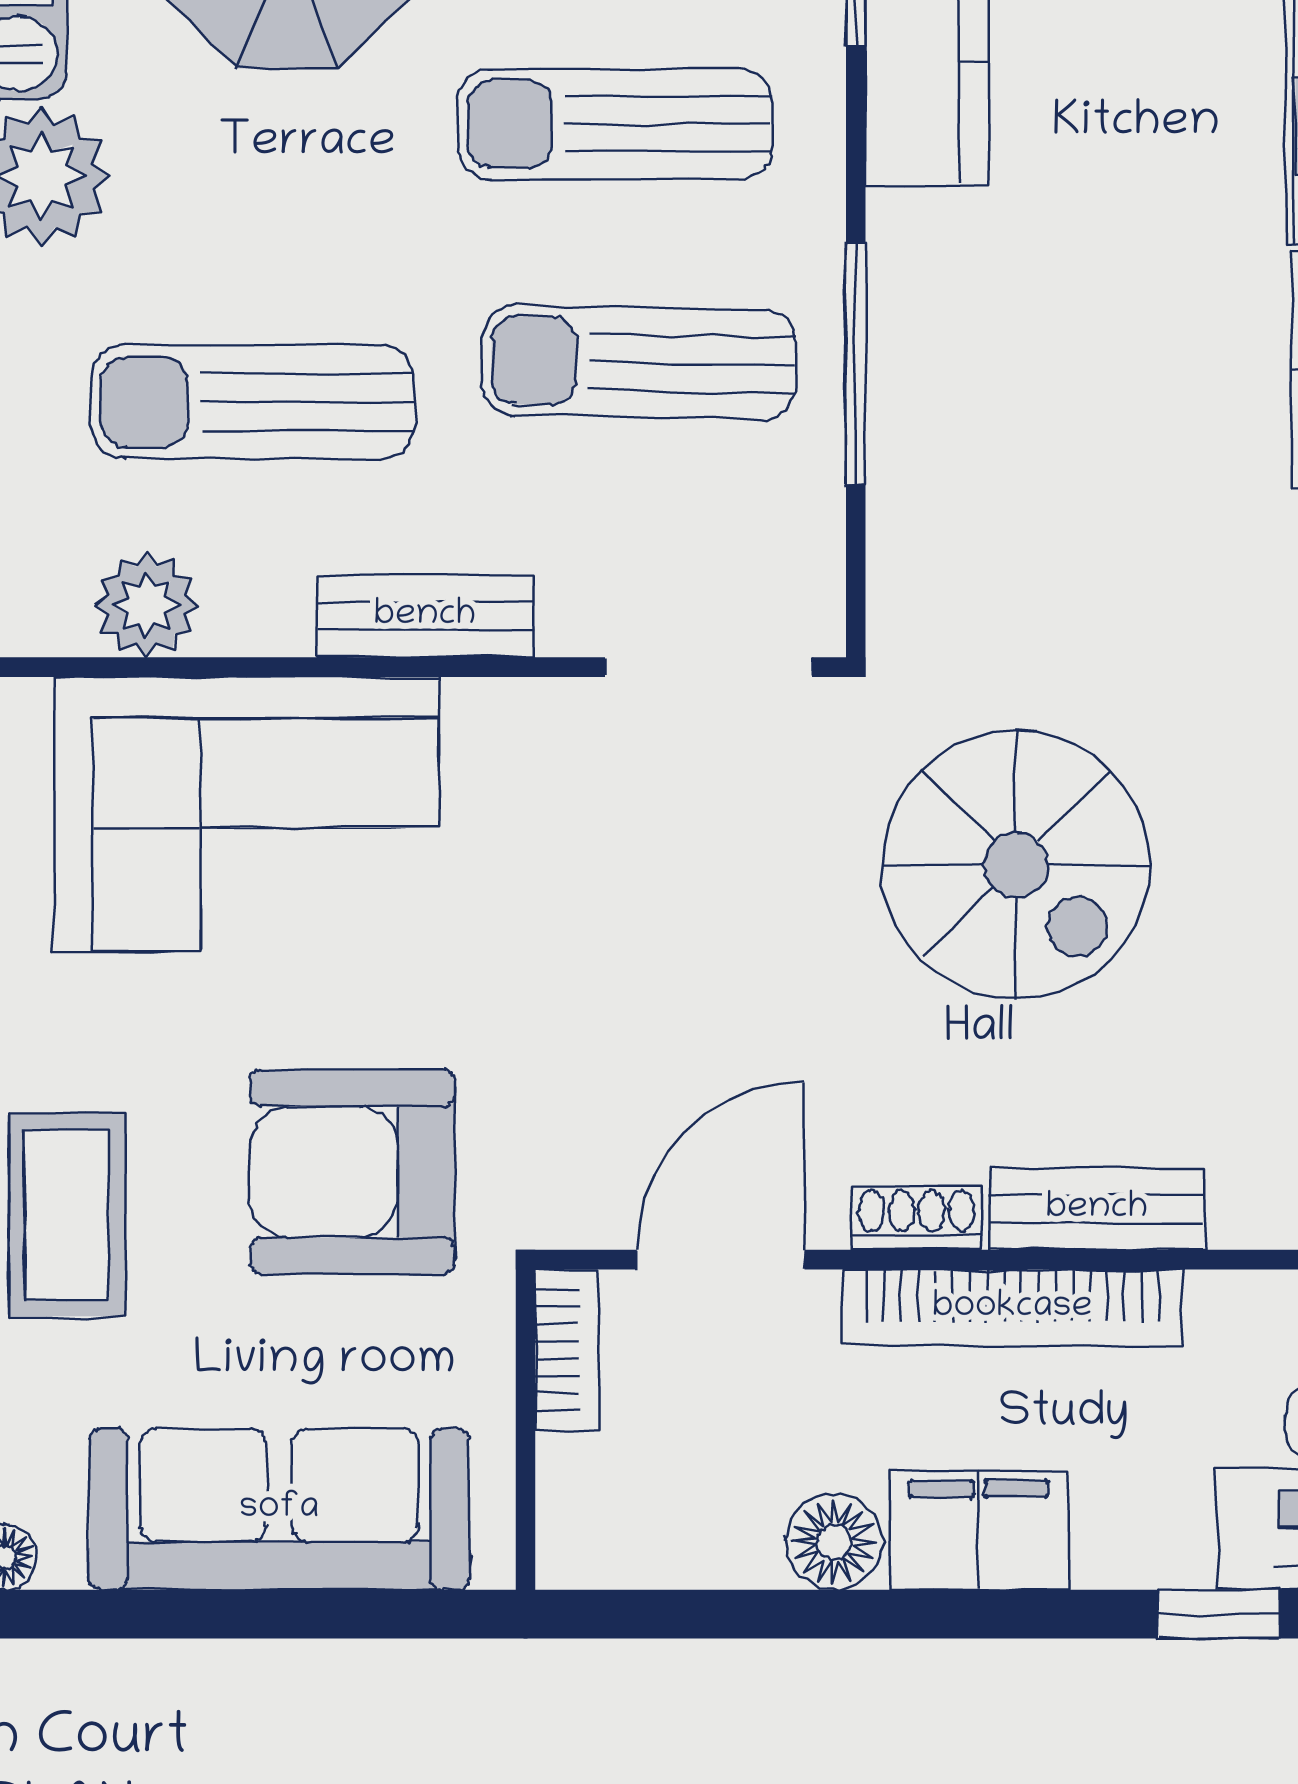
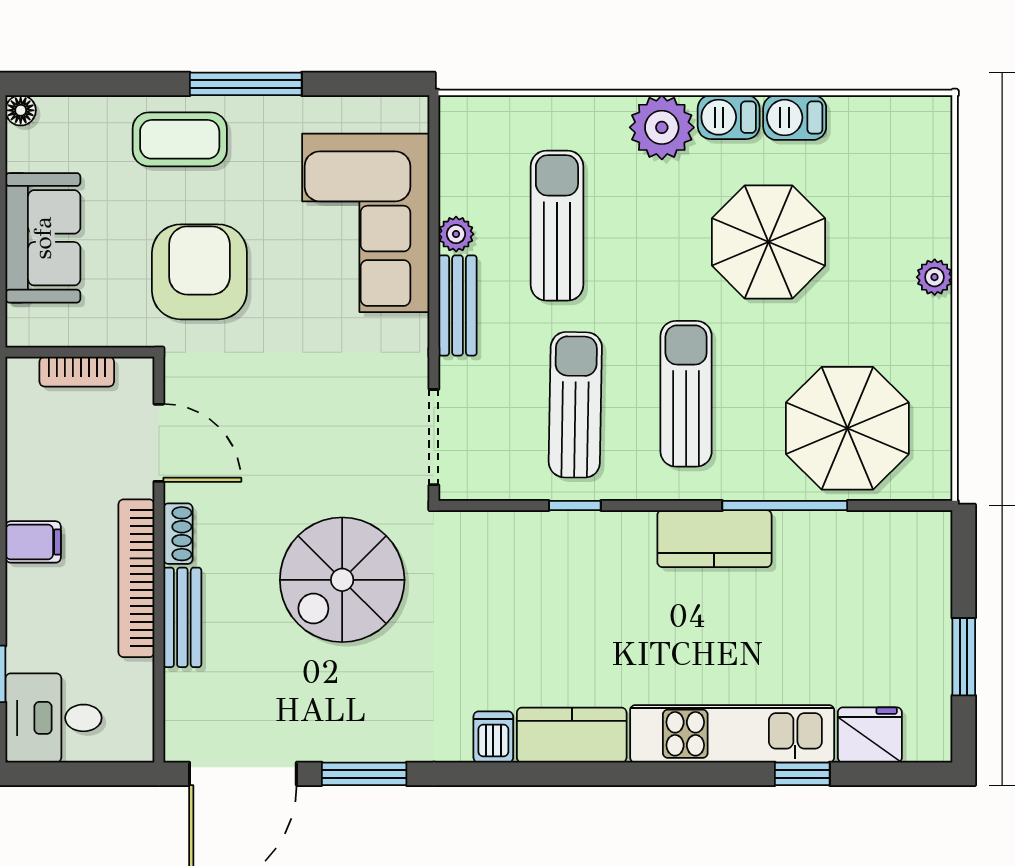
window: (856, 363) -> (575, 506), width x0.46
plant: (146, 605) -> (456, 234), moved, width x0.73, depth x0.73
bookcase: (567, 1350) -> (77, 372), moved
sofa: (279, 1509) -> (43, 238), width x0.73
filing cabinet: (979, 1530) -> (33, 542), width x0.50
floor lamp: (834, 1542) -> (28, 495), removed

